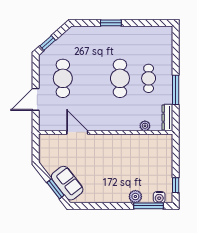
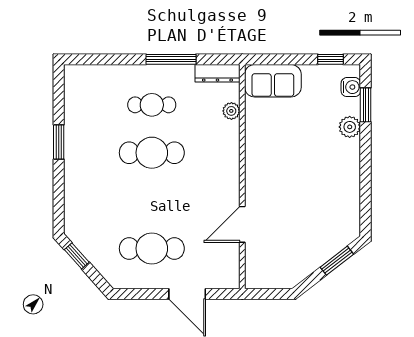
window: (111, 23) -> (59, 142), moved
window: (48, 43) -> (77, 256), moved
sofa: (67, 183) -> (273, 81), moved, turned -142
window: (149, 206) -> (366, 105), width x0.69

